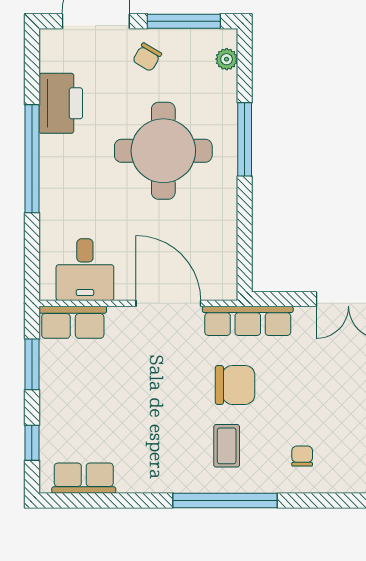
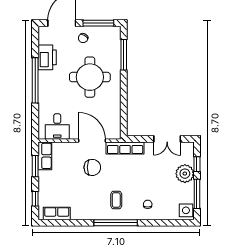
plant: (227, 59) -> (116, 39), removed
window: (245, 139) -> (124, 55), moved
row of seats: (73, 322) -> (45, 156), moved, turned -90
chair: (235, 385) -> (92, 167), moved

